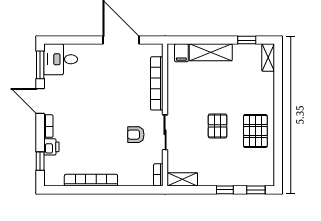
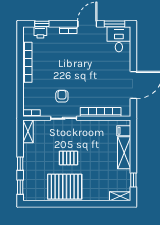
pallet: (255, 131) -> (65, 187), width x1.37, depth x1.41
printer: (51, 147) -> (40, 32), moved

